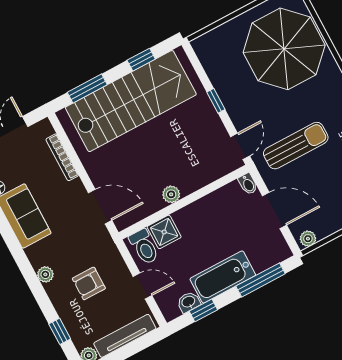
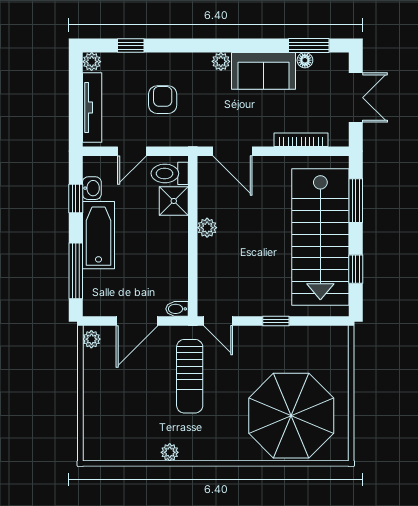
door: (100, 207) -> (232, 151), hinge flipped
plant: (45, 274) -> (221, 61), moved

